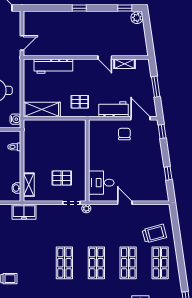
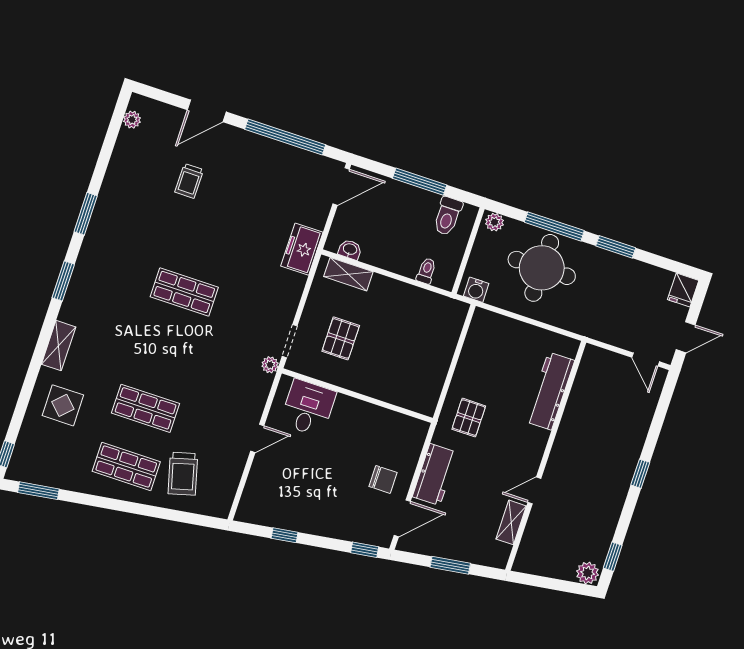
door: (22, 43) -> (646, 360), moved
shelving: (42, 109) -> (478, 344), removed
shop shelf: (96, 263) -> (165, 350), removed

